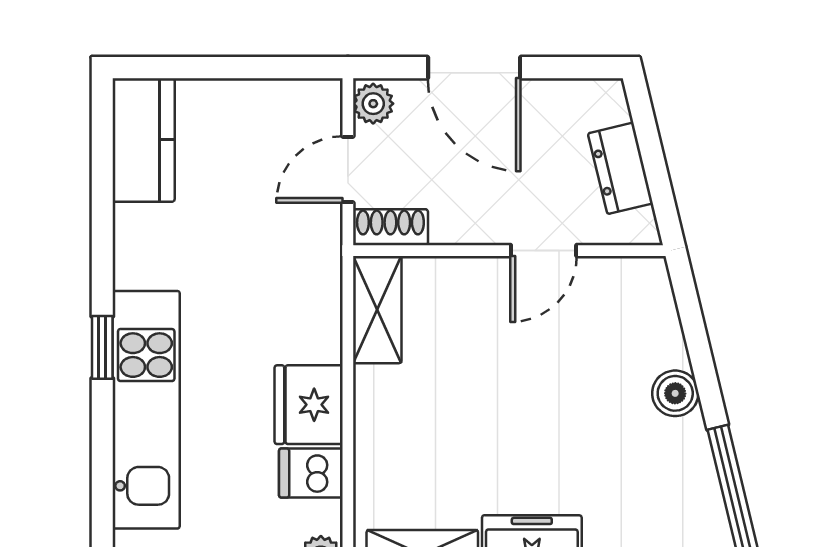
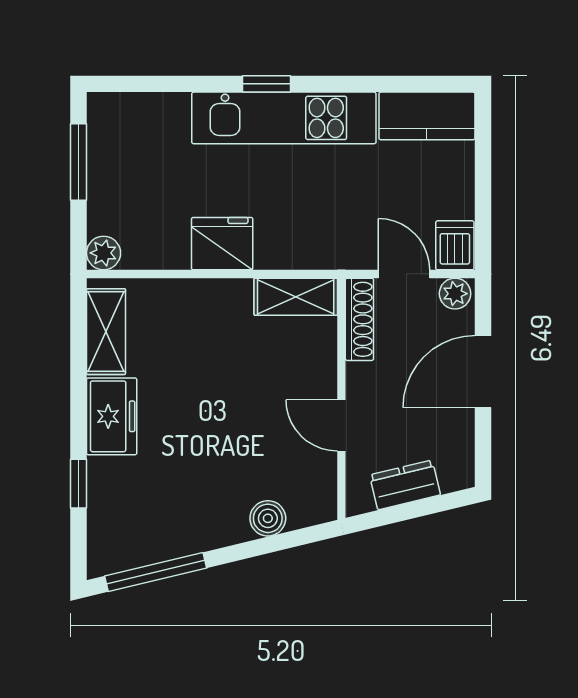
shoe rack: (390, 227) -> (359, 319), width x1.43
boiler: (675, 393) -> (268, 518), moved
kitchen unit: (146, 410) -> (284, 118), moved
dishwasher: (311, 473) -> (455, 245), moved

